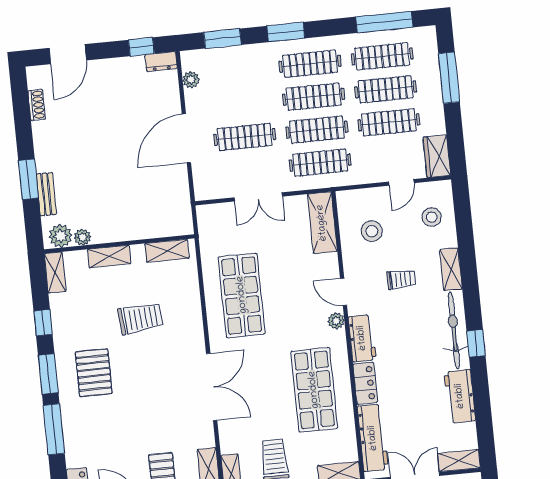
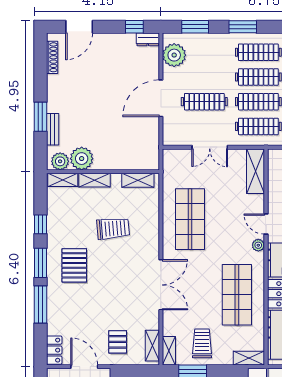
plant: (191, 80) -> (174, 55), width x1.88, depth x1.88
shoe rack: (37, 105) -> (52, 57), width x1.43
plant: (83, 237) -> (82, 159), width x1.88, depth x1.88
shelving: (55, 272) -> (63, 180), moved, turned 90

